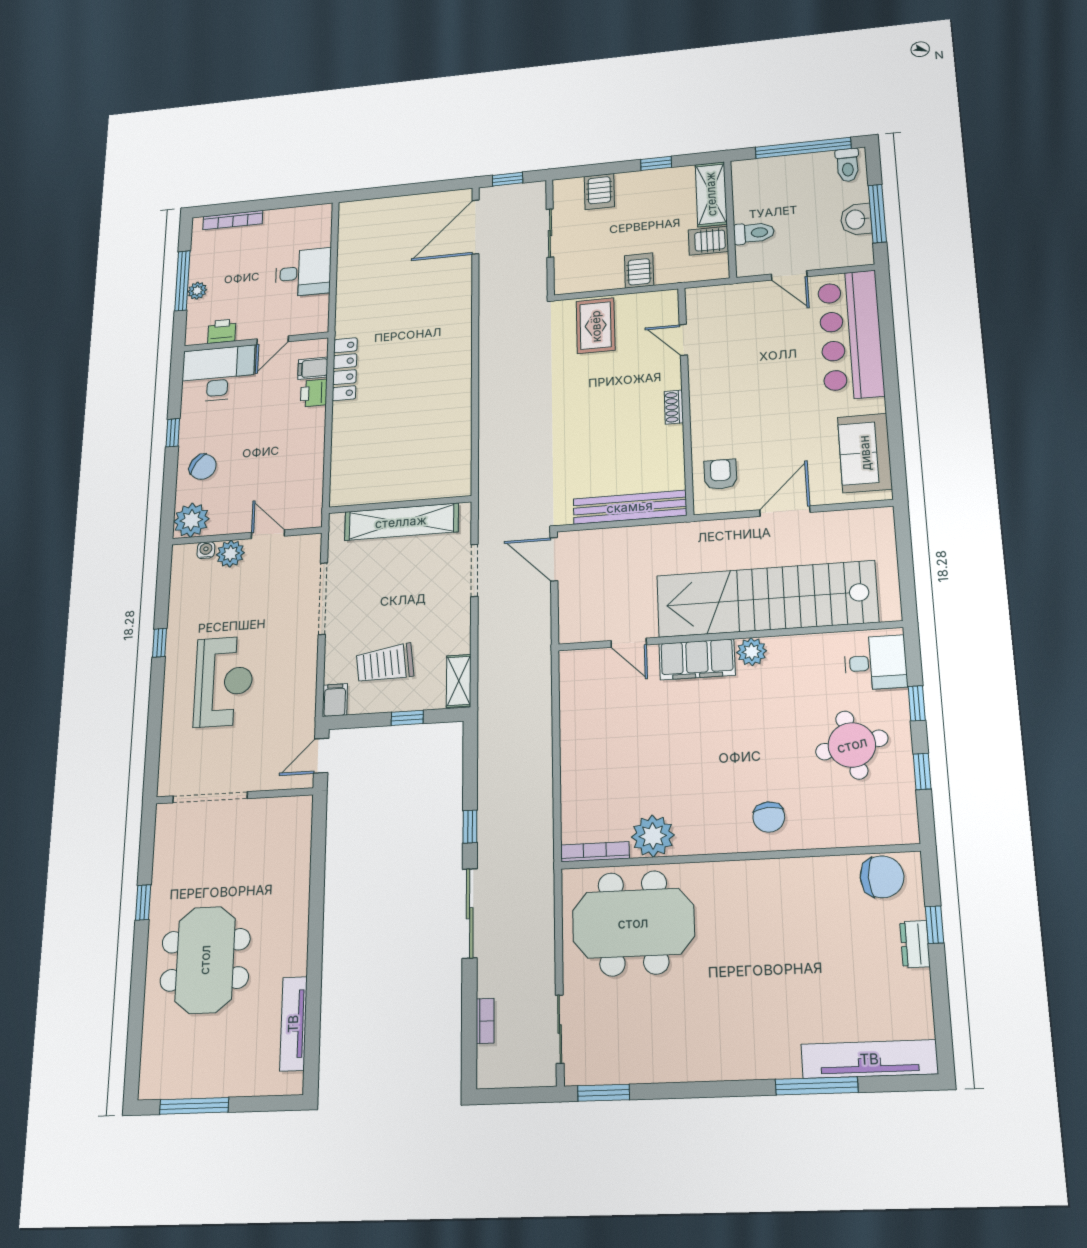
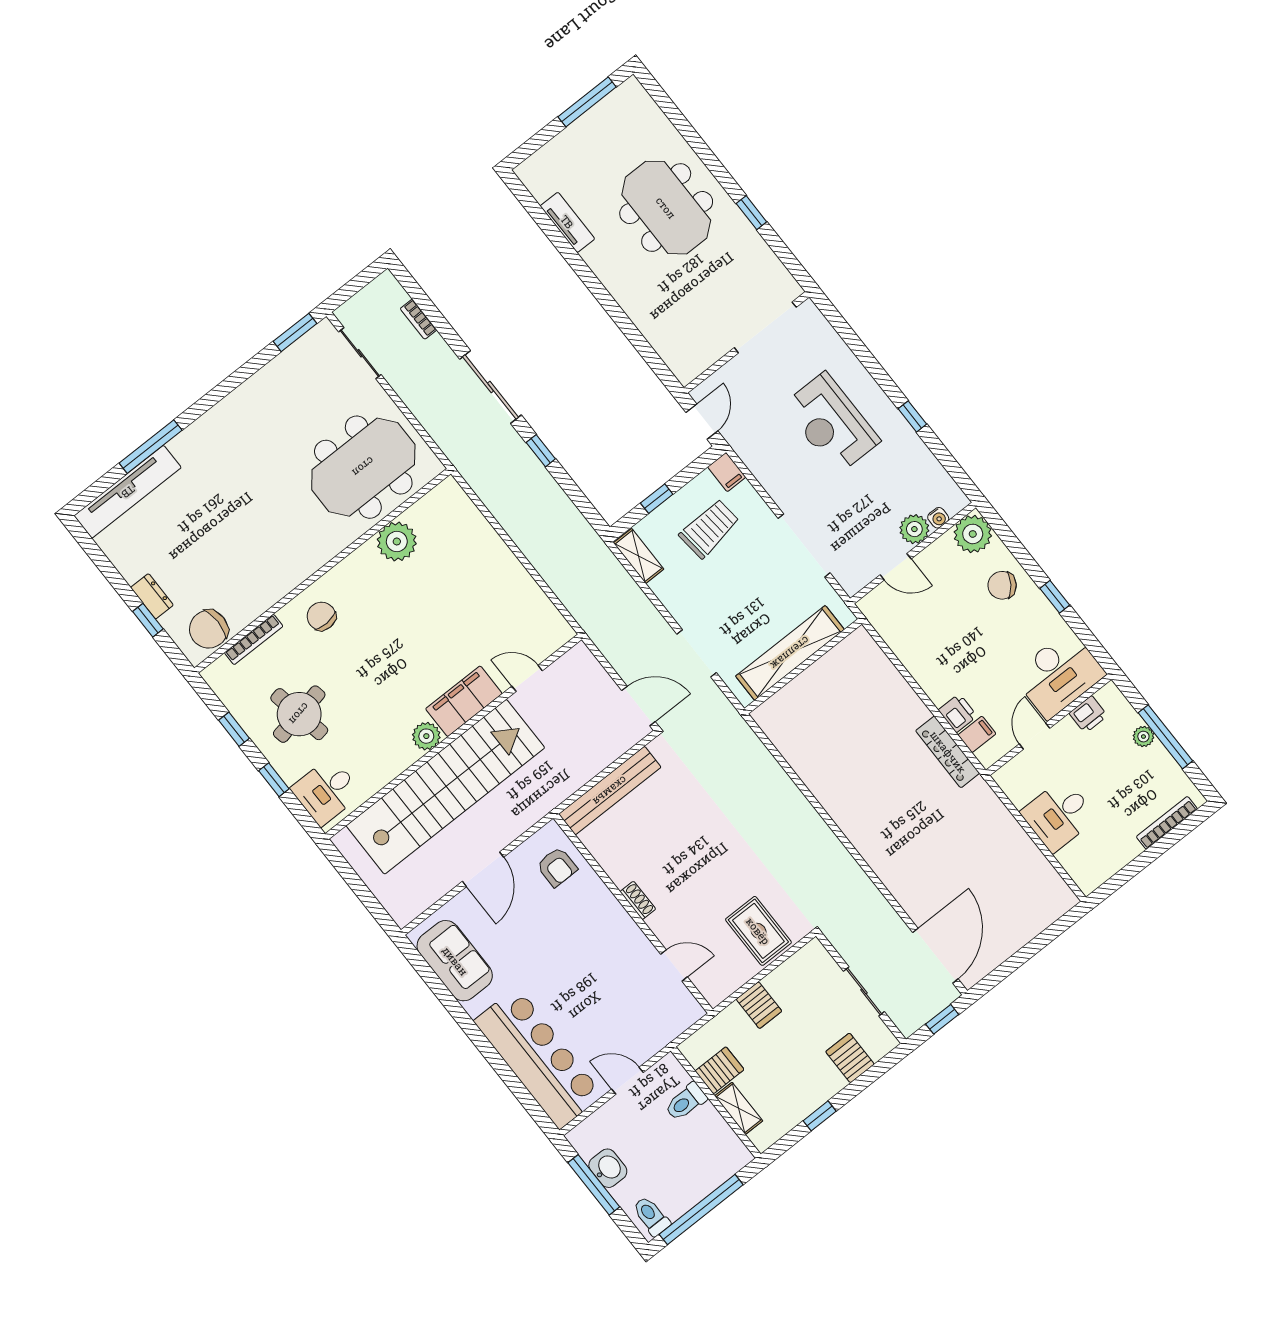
shelving: (711, 194) -> (739, 1108), width x0.67, depth x0.75
bookcase: (595, 852) -> (254, 639), moved
tv unit: (293, 1024) -> (567, 222), width x0.71

